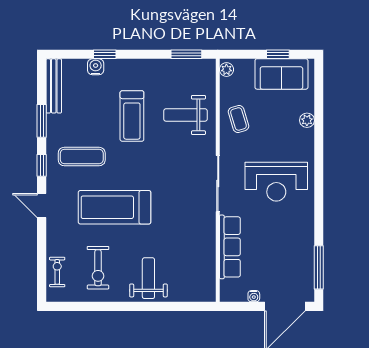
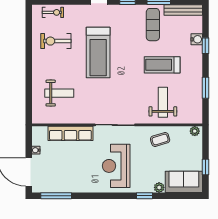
window: (186, 54) -> (205, 88), moved
sofa: (281, 74) -> (184, 182), moved, turned 90
window: (319, 141) -> (145, 196), added
exercise mat: (82, 157) -> (153, 25), moved
treadmill: (115, 207) -> (98, 53), turned 180
weight bench: (148, 278) -> (59, 93), moved

